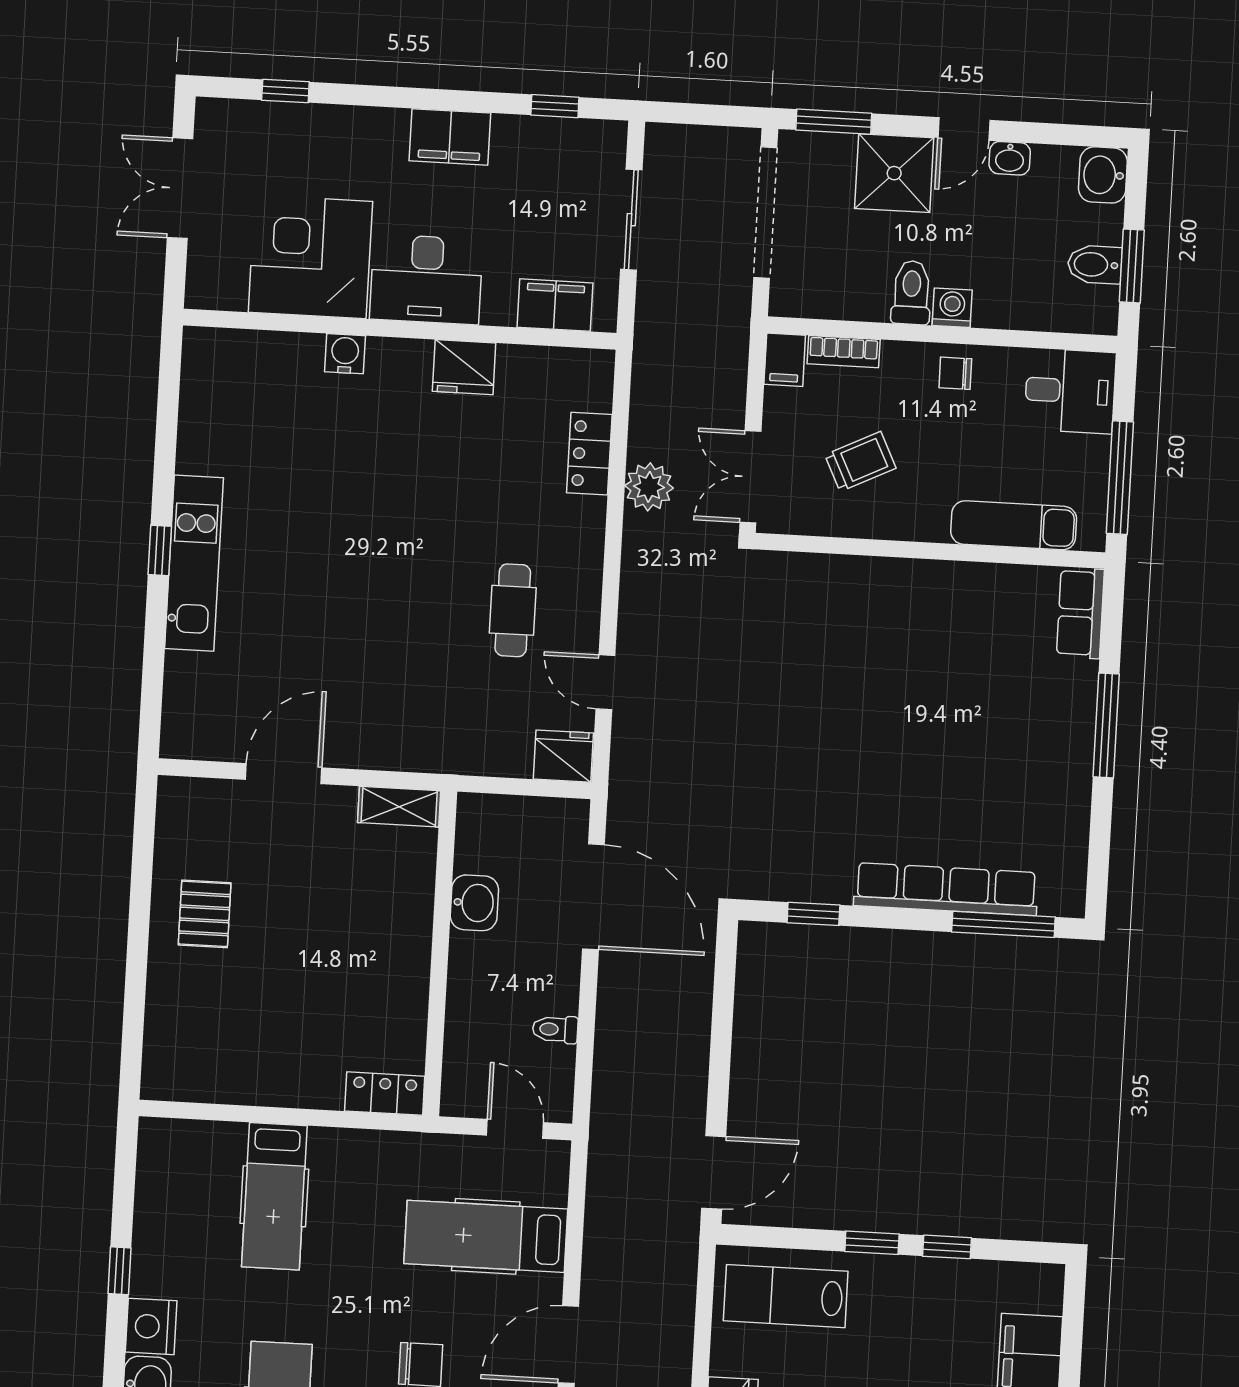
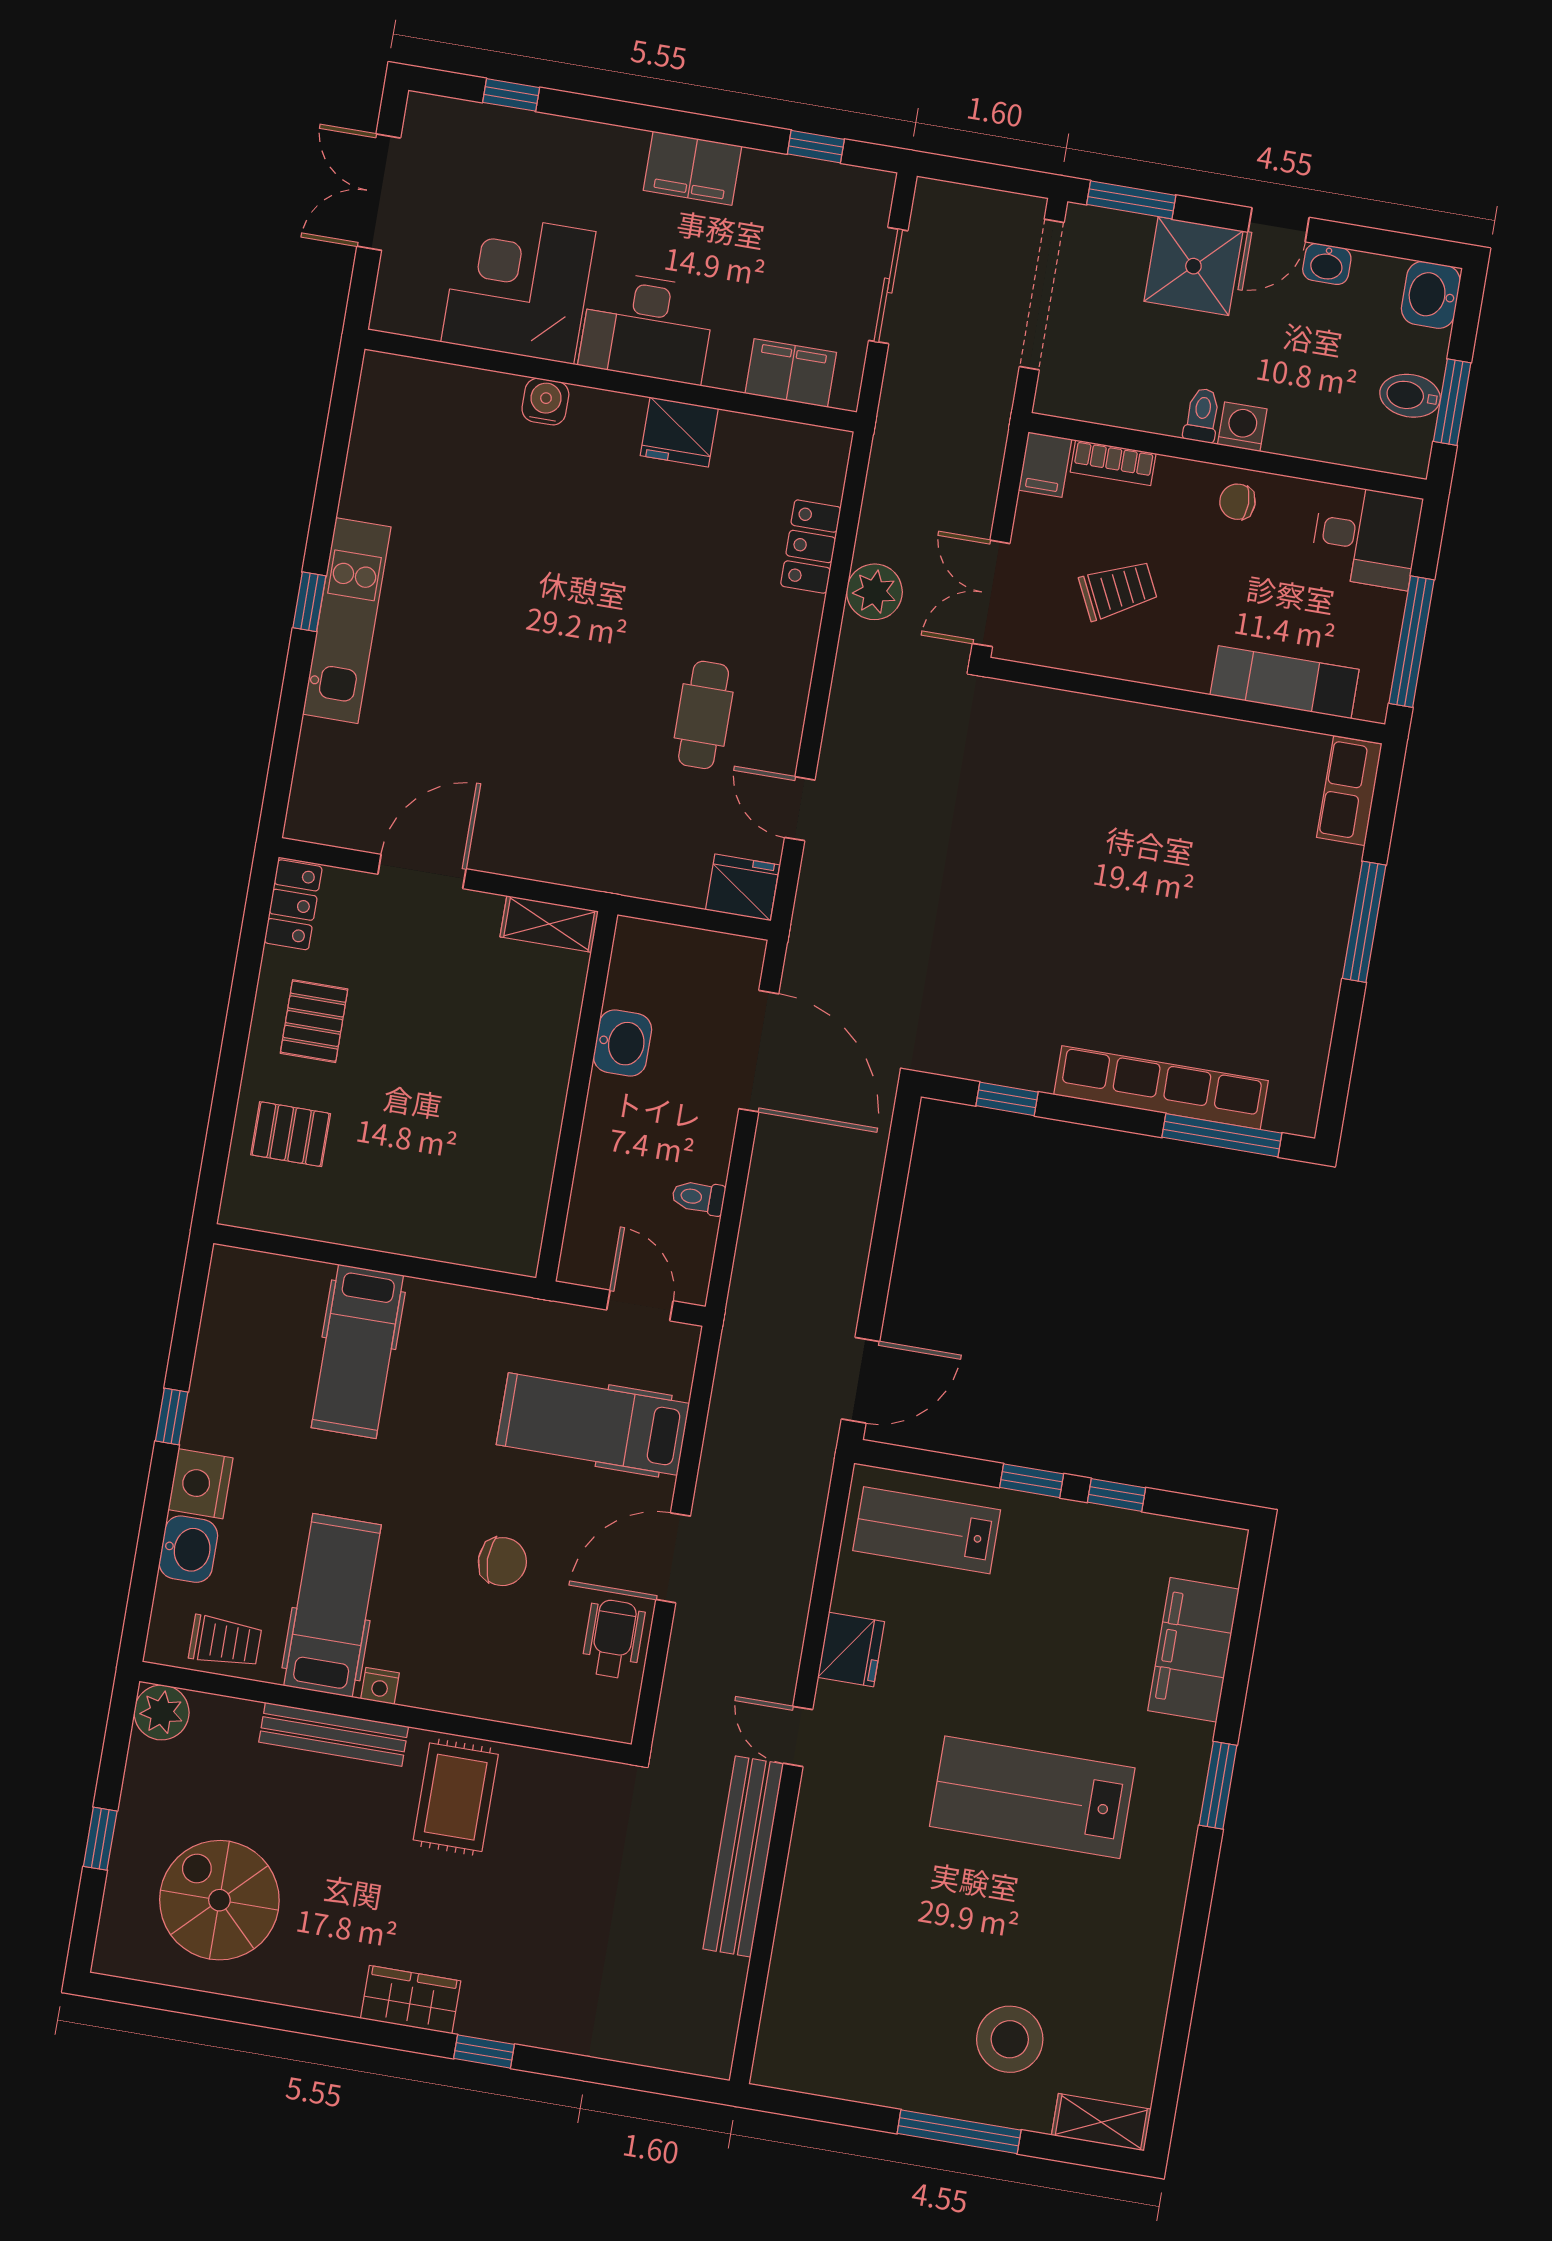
toilet: (911, 293) -> (1202, 415), width x0.73, depth x0.72
pallet: (195, 1014) -> (291, 1134), added
locker: (385, 1094) -> (293, 905), moved, turned 90

